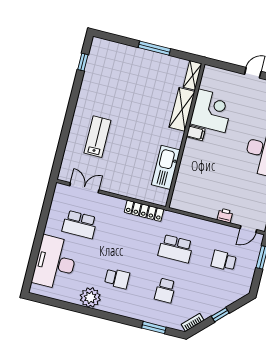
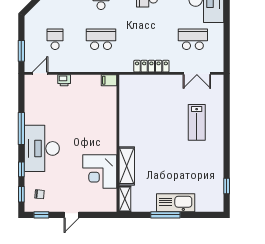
filing cabinet: (196, 133) -> (109, 80), moved
kitchen sink: (166, 167) -> (176, 203), moved, turned -90
locker: (144, 211) -> (151, 66), moved
school desk: (224, 261) -> (55, 39), turned -90

